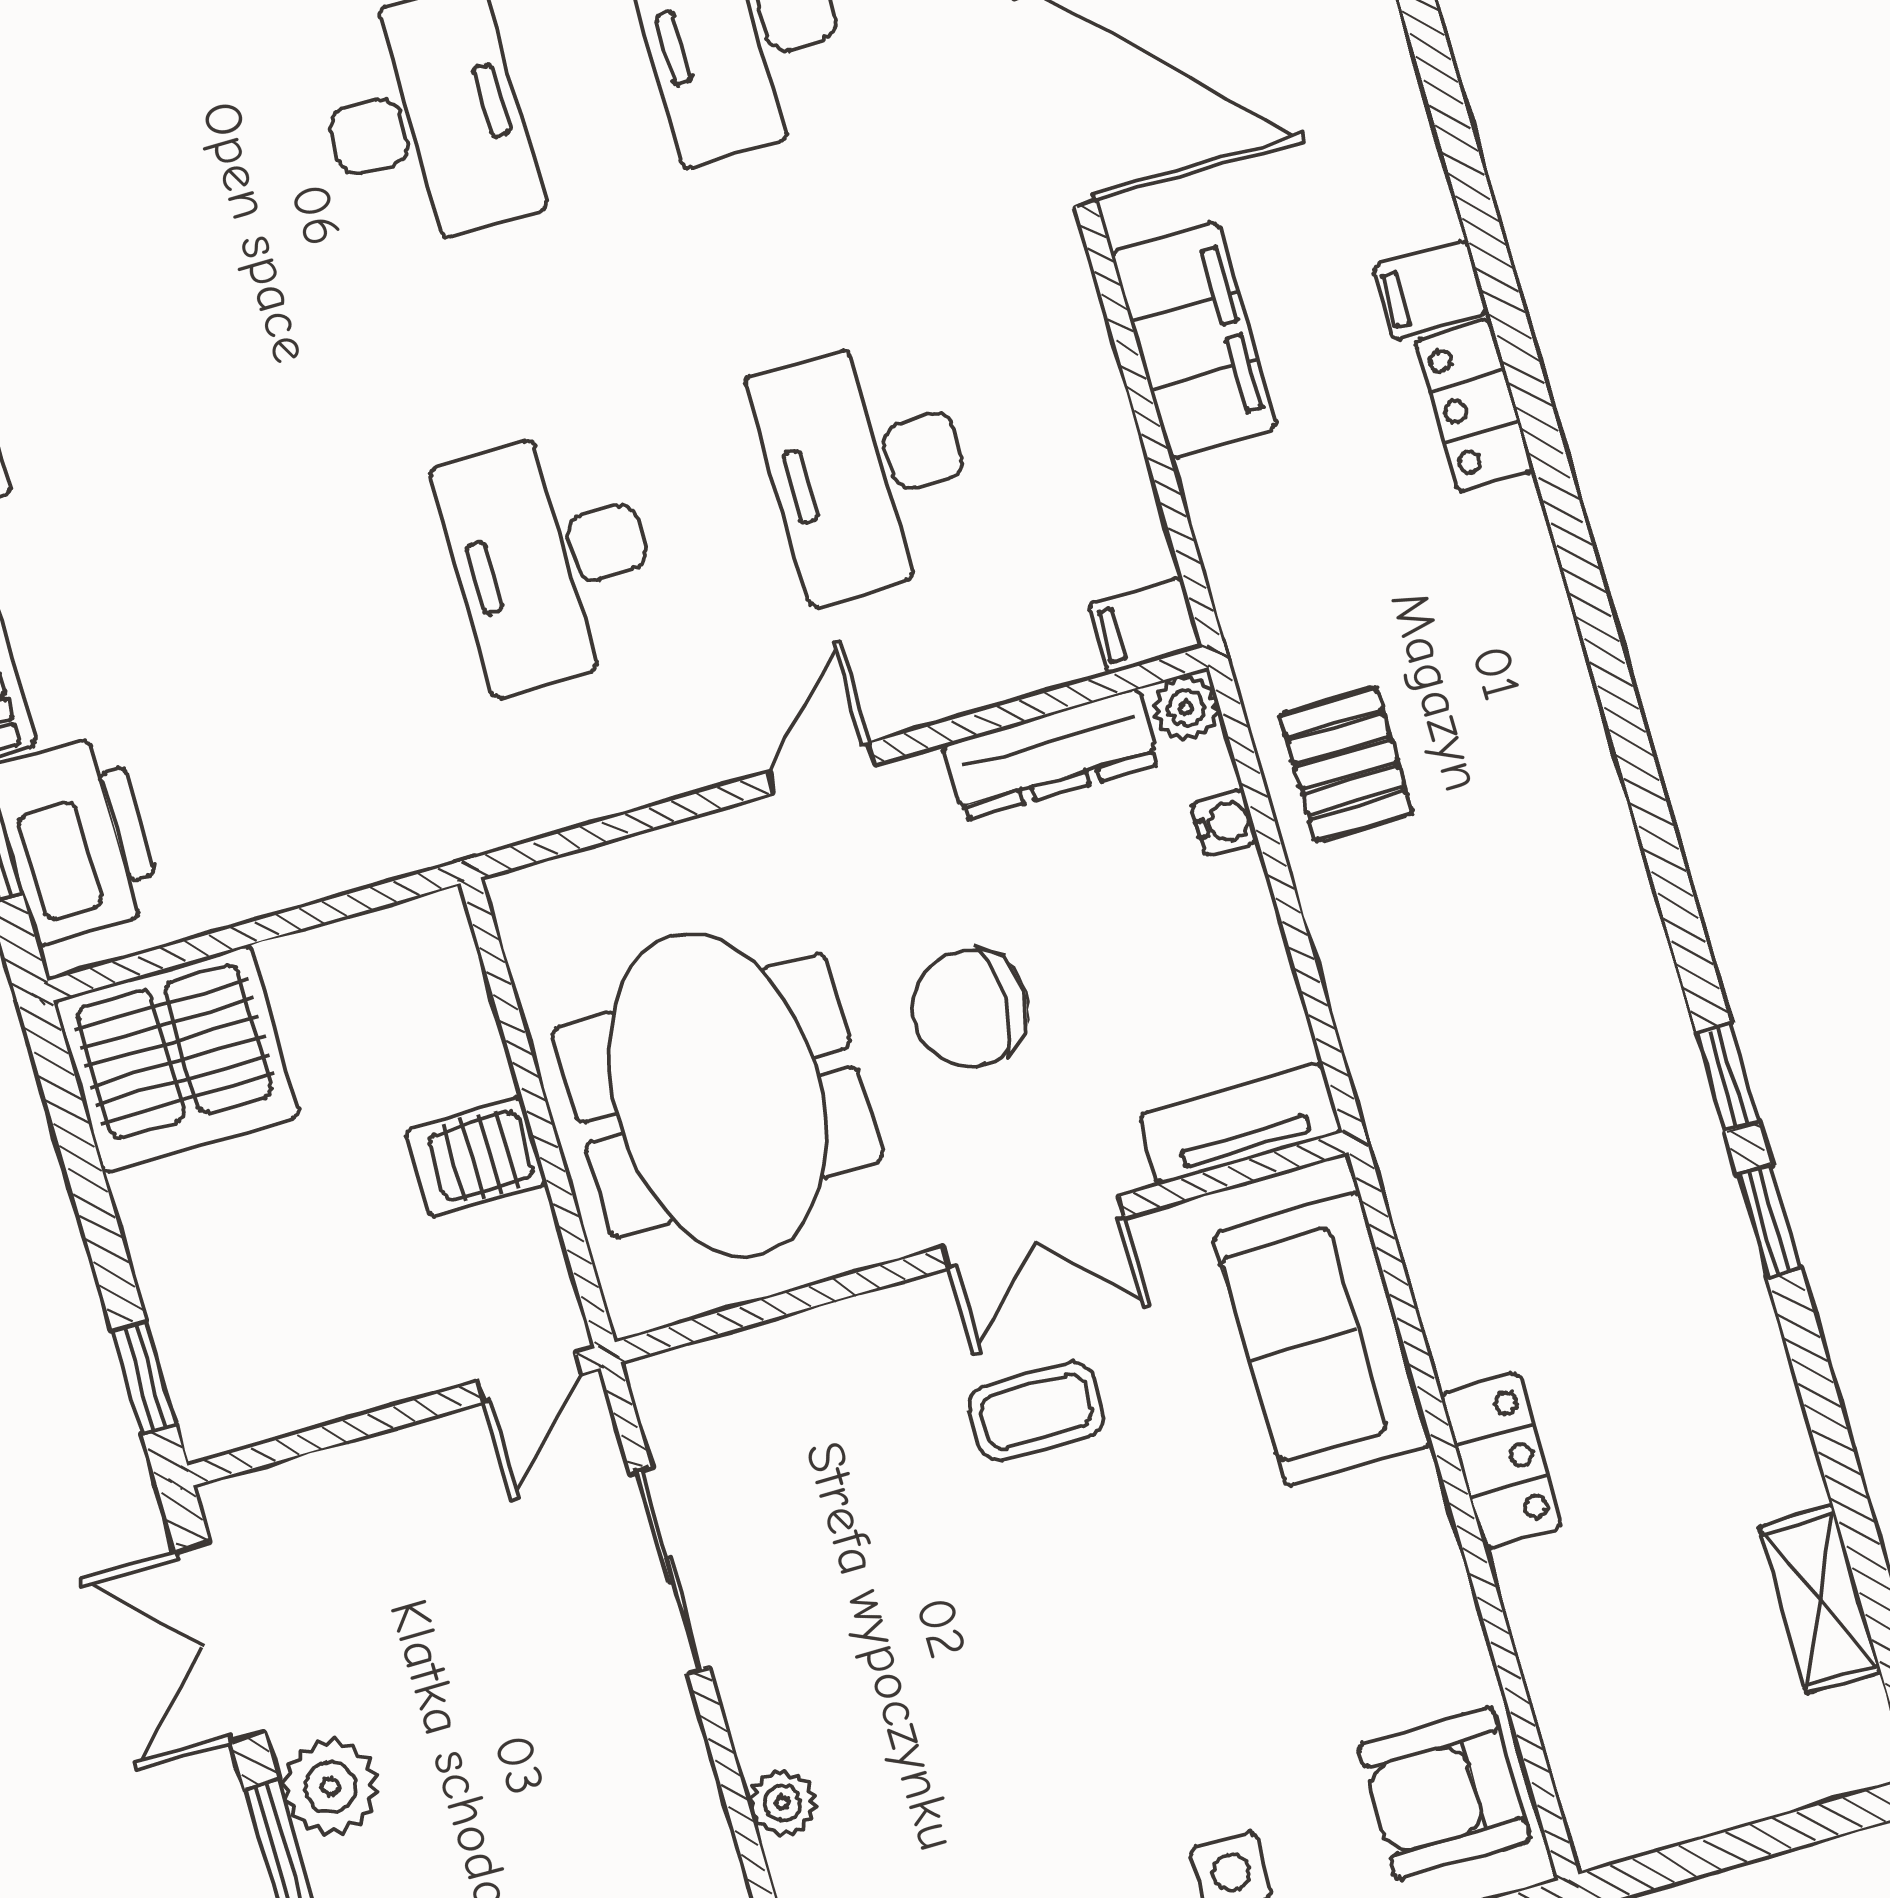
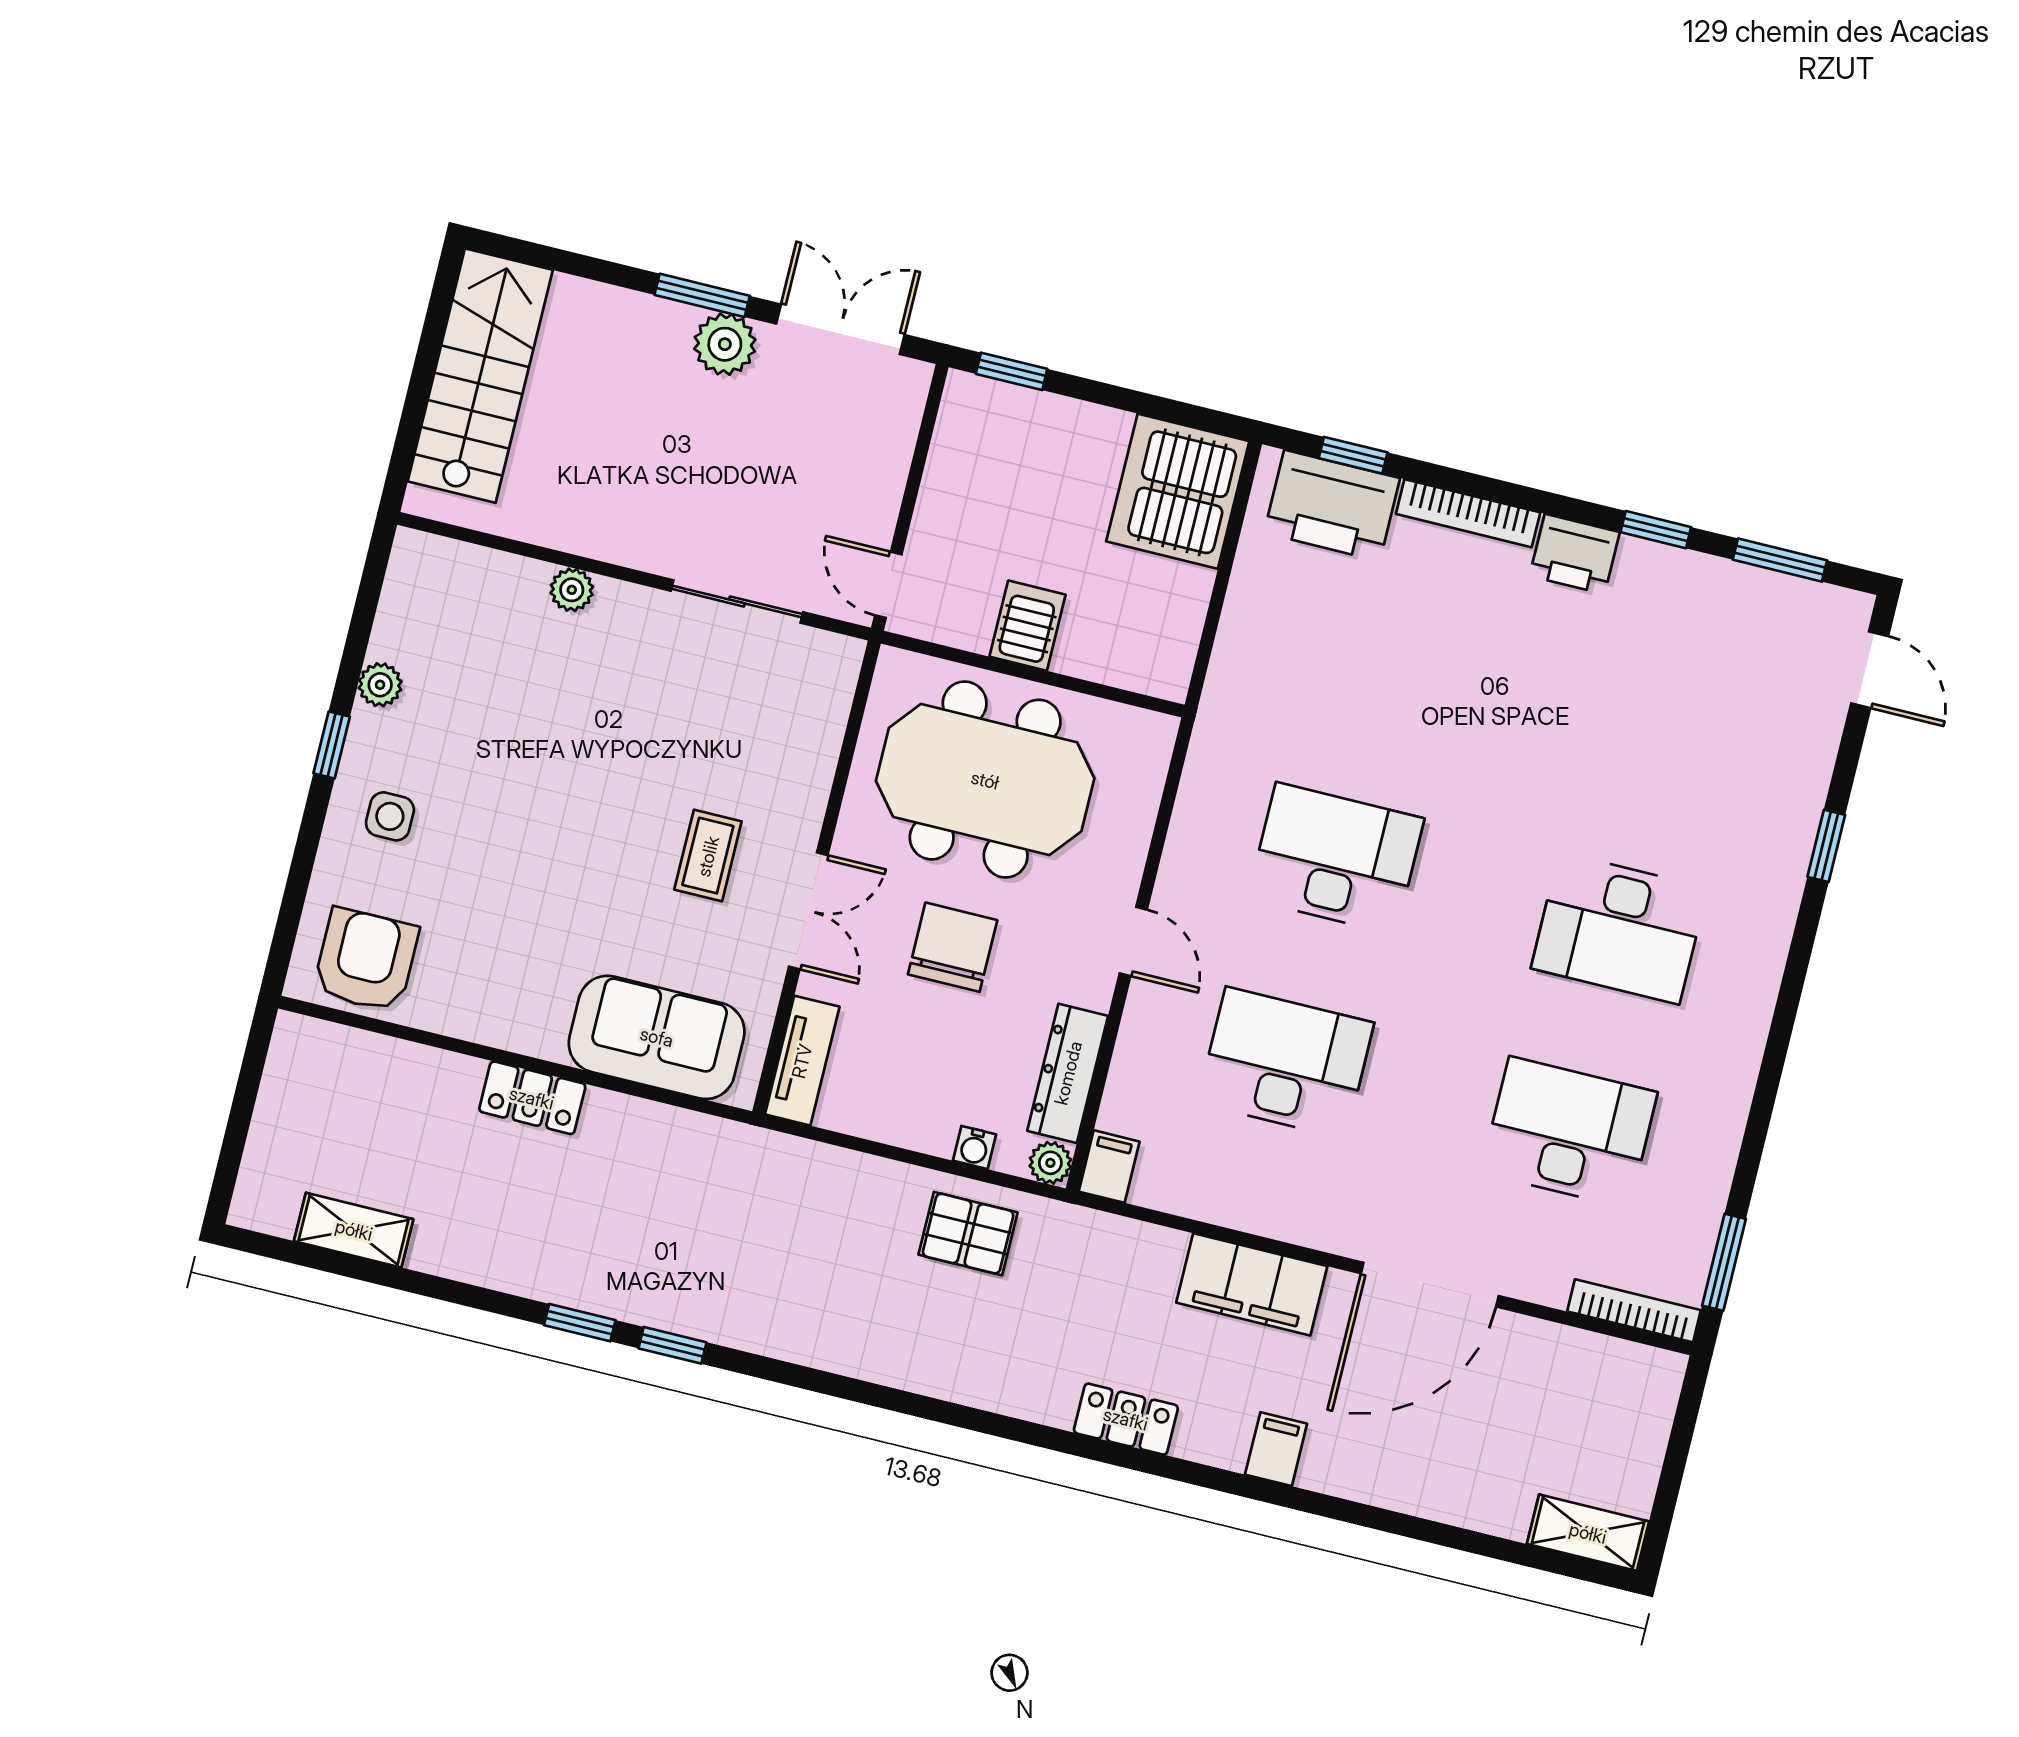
filing cabinet: (1430, 290) -> (1276, 1449), moved
double door: (1033, 1232) -> (808, 911), swing flipped

